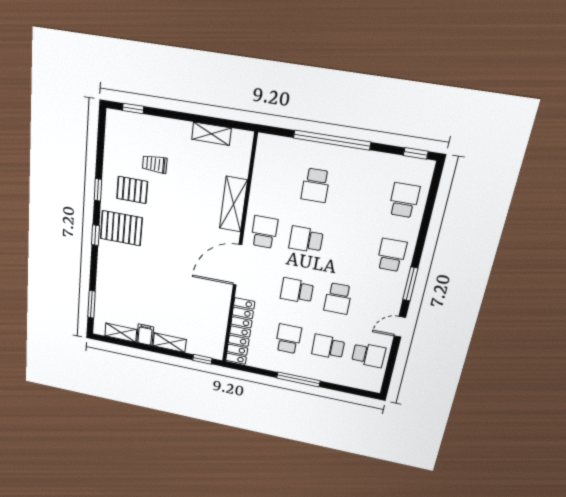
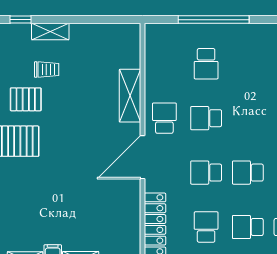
shelving: (211, 134) -> (50, 31), moved
trolley: (155, 164) -> (47, 69), turned 180
school desk: (338, 298) -> (248, 173), turned 90

